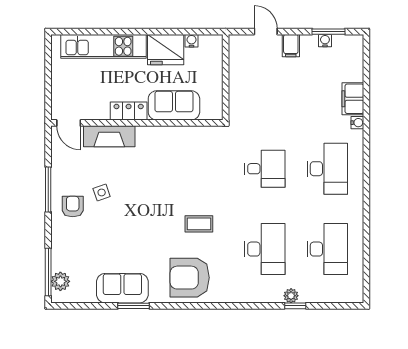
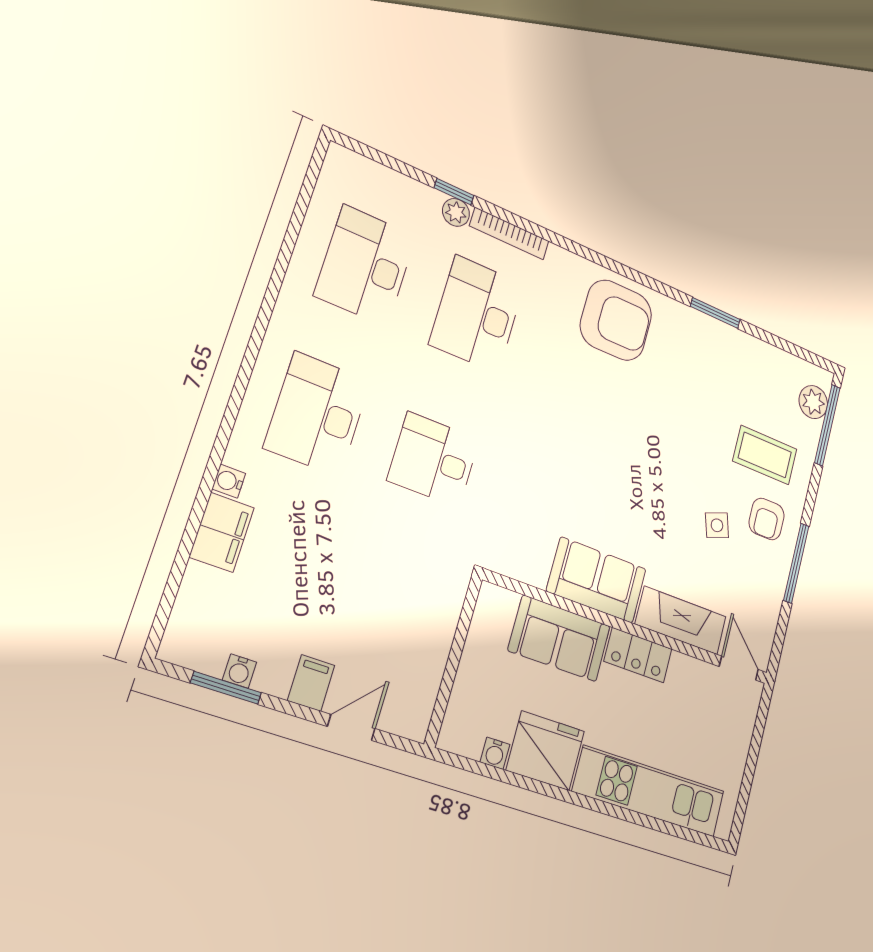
door: (266, 32) -> (351, 728), swing flipped
coffee table: (199, 224) -> (765, 455), moved, width x1.36, depth x1.30
sofa: (122, 288) -> (597, 580), moved, turned 180
bookcase: (260, 297) -> (509, 234), added

